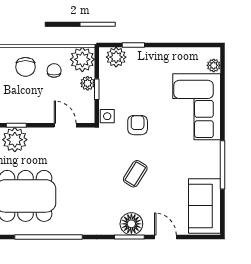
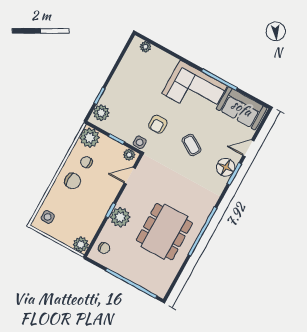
plant: (88, 83) -> (129, 155), moved
corner sofa: (197, 107) -> (195, 90), moved
armchair: (138, 125) -> (158, 124), turned -90

